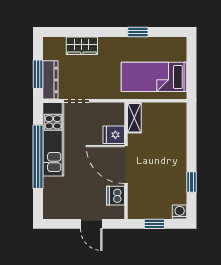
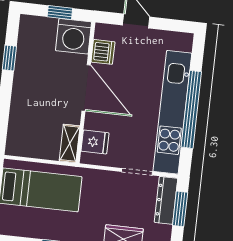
fridge: (114, 135) -> (95, 142), moved
kitchen unit: (53, 139) -> (172, 112), width x1.36
washing machine: (180, 212) -> (74, 36), moved, width x1.89, depth x1.89

